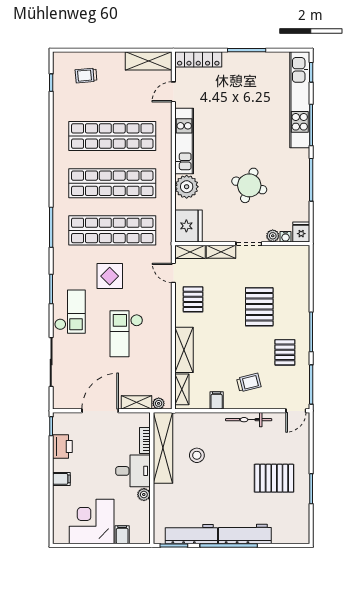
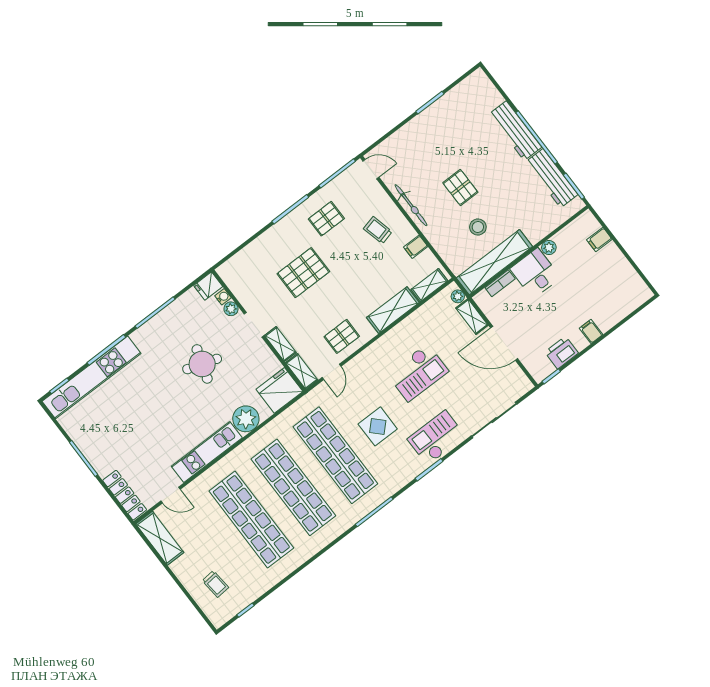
pallet: (274, 478) -> (460, 187), moved, width x0.67, depth x0.71
corner desk: (92, 522) -> (608, 276), removed

